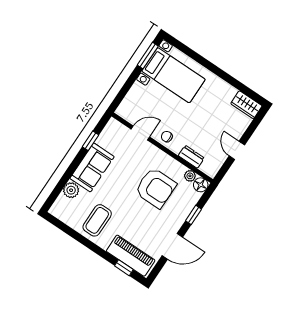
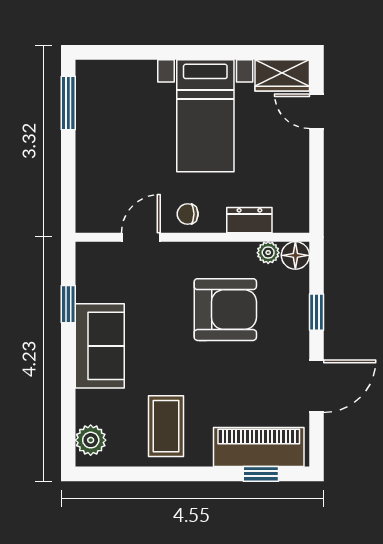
bed with nightstands: (174, 75) -> (205, 116), moved, turned 90
door: (237, 150) -> (316, 111), moved
plant: (71, 190) -> (91, 440), moved

